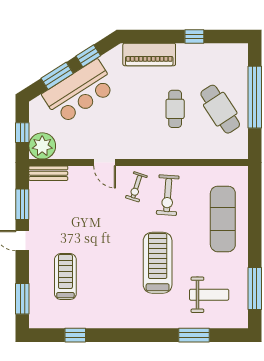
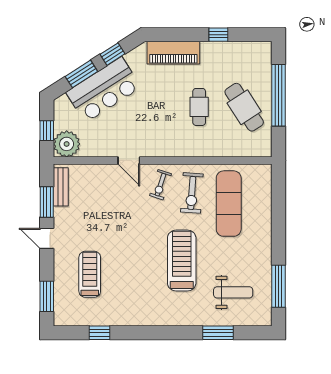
bench: (48, 173) -> (61, 187), moved, turned 90
exercise mat: (223, 219) -> (229, 204), moved

